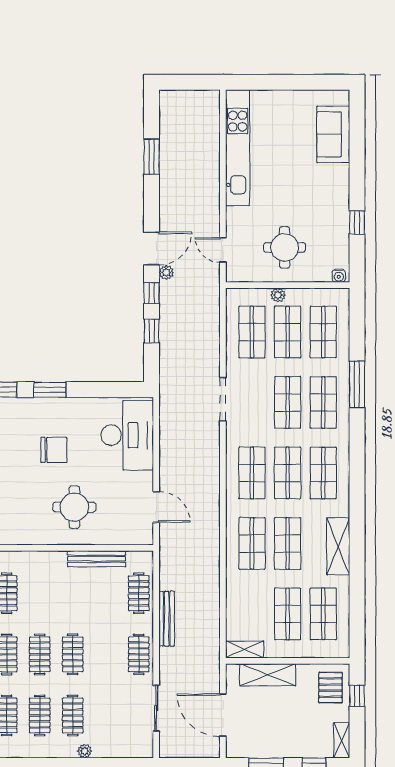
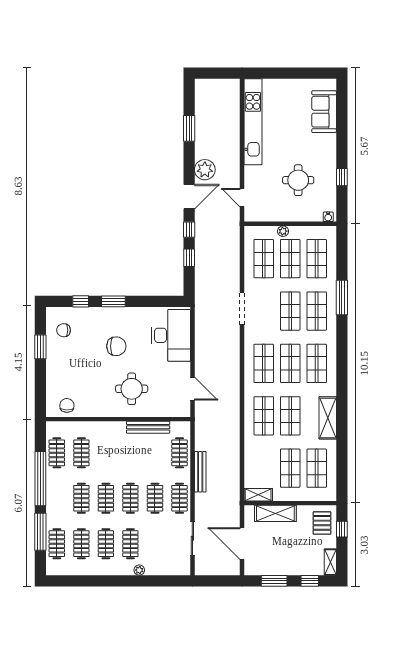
round table: (285, 247) -> (298, 180), moved
plant: (166, 272) -> (205, 170), moved, width x1.88, depth x1.88
clothes rail: (106, 654) -> (155, 498), added

